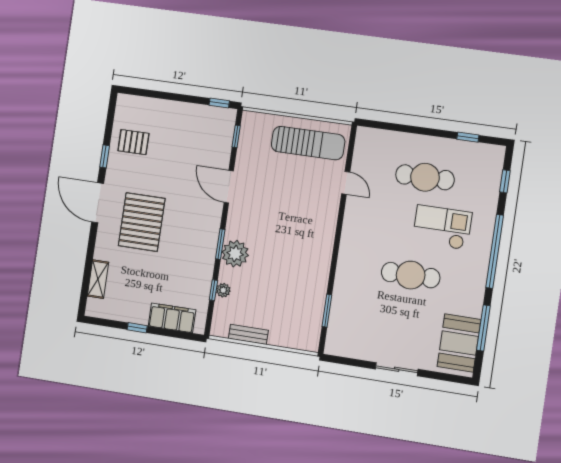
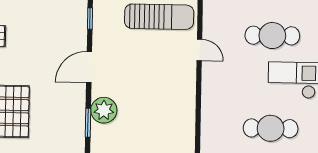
door: (229, 187) -> (89, 67), hinge flipped
plant: (235, 254) -> (104, 110), moved

